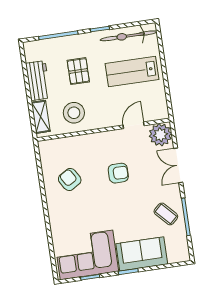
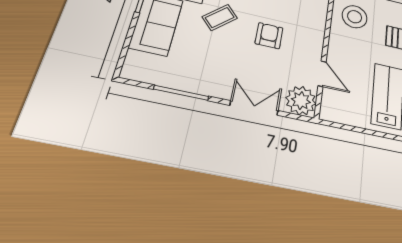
armchair: (118, 173) -> (269, 36), turned 180
coffee table: (166, 214) -> (220, 17), moved

